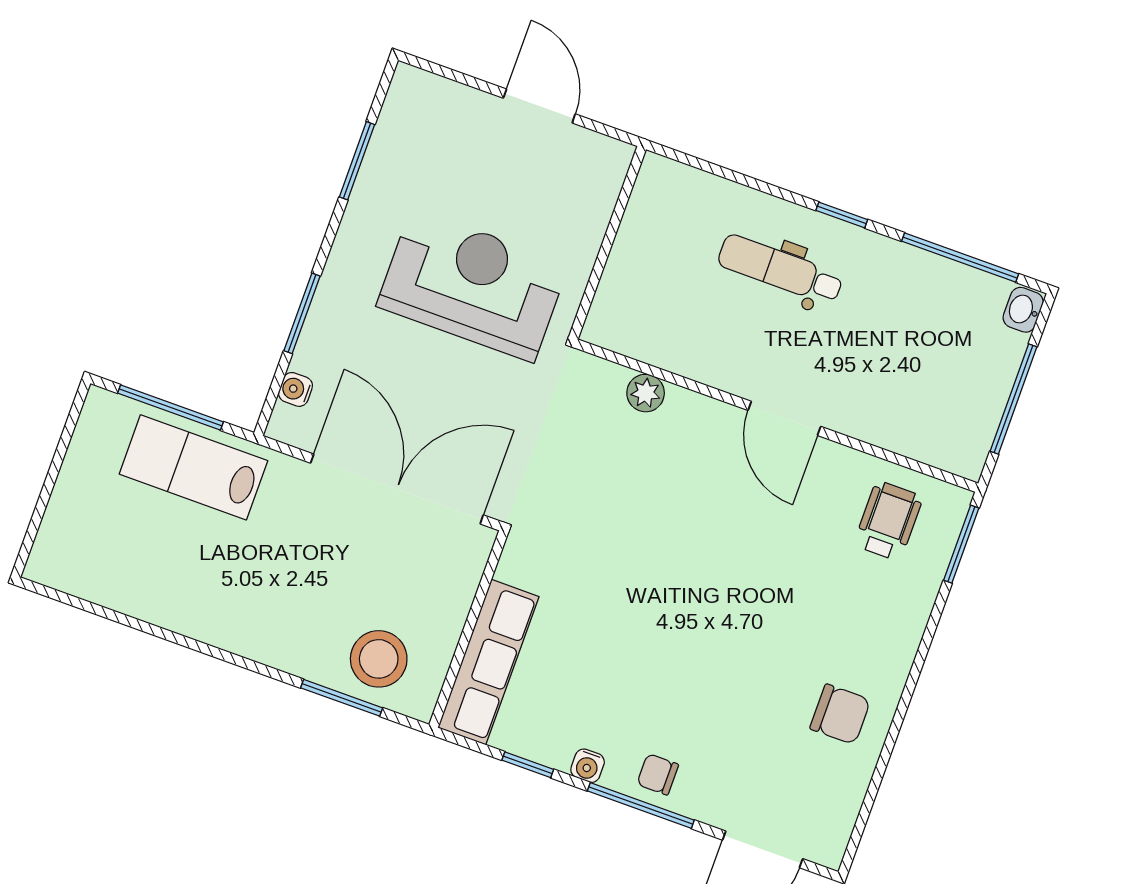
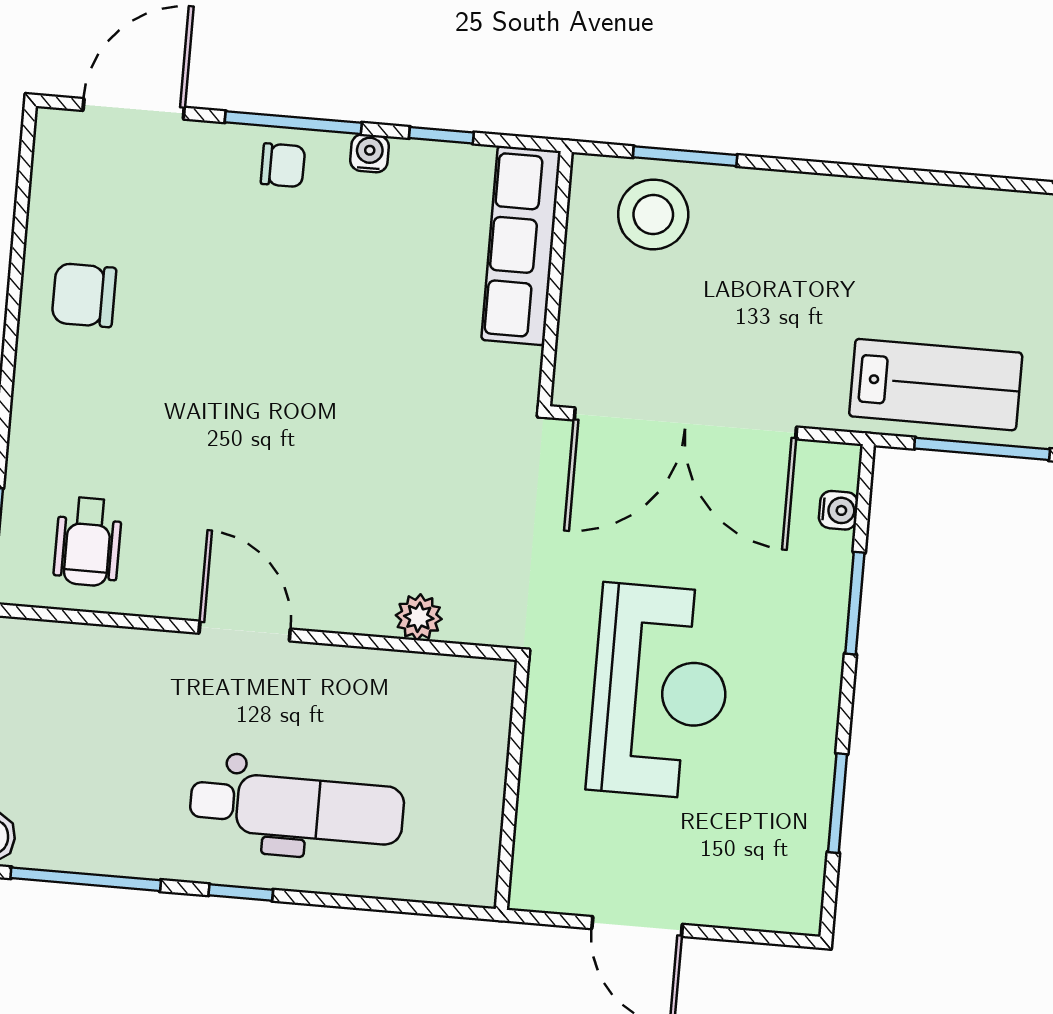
dental chair: (780, 269) -> (297, 808), width x1.36, depth x1.38
reception desk: (473, 285) -> (660, 691), turned -90

